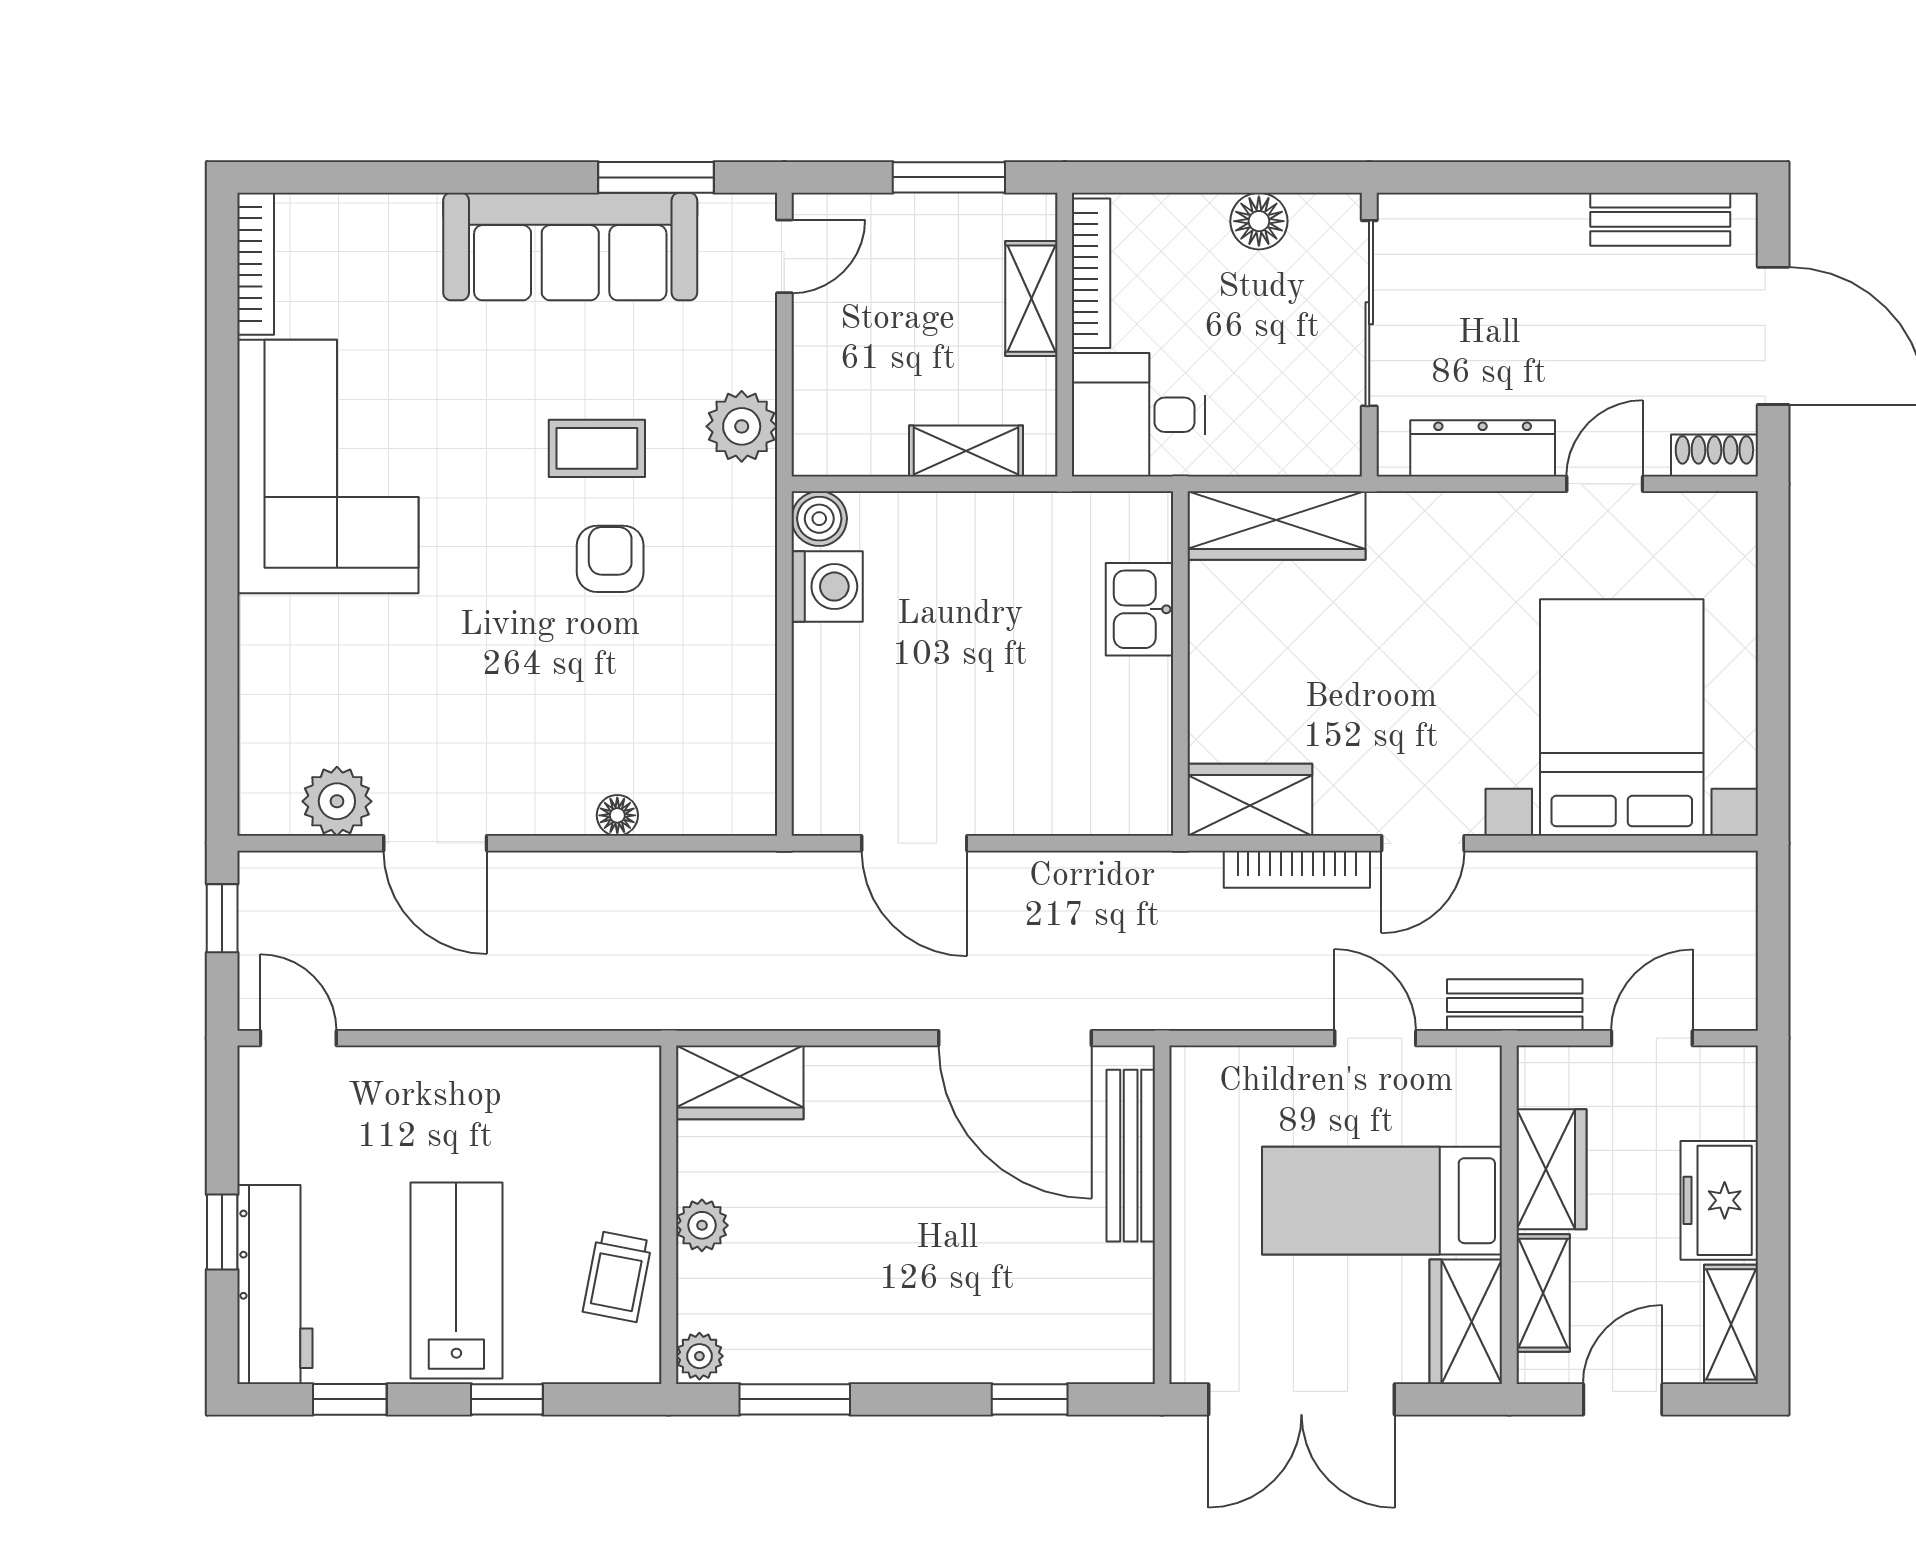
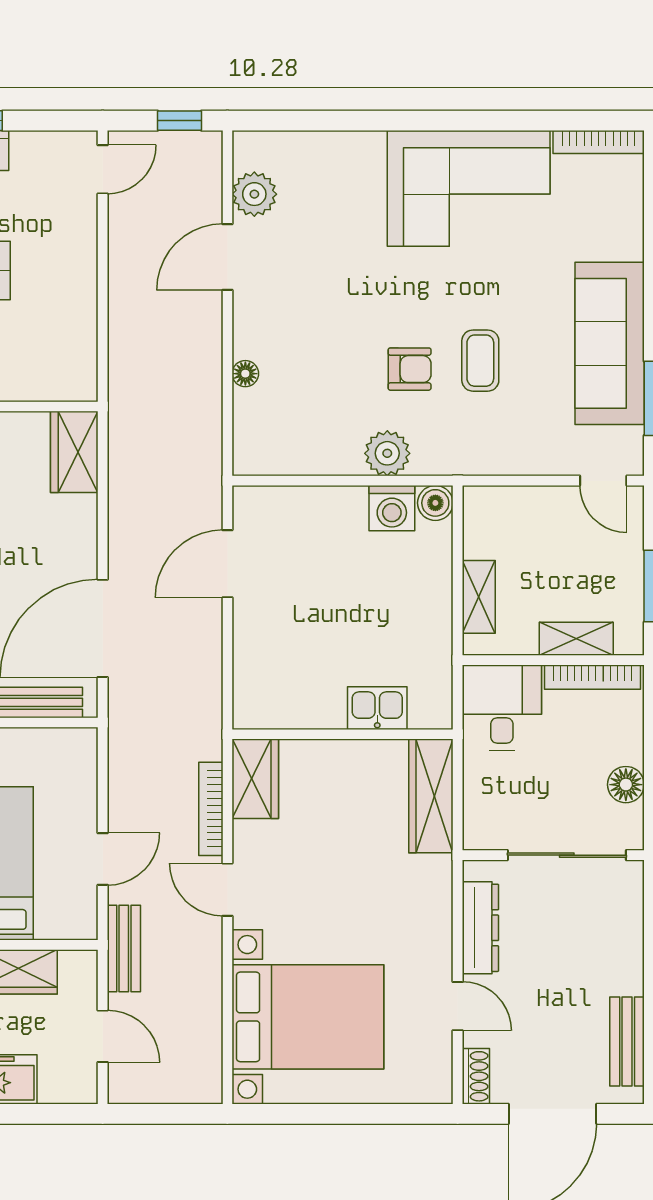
plant: (742, 426) -> (387, 453), moved

